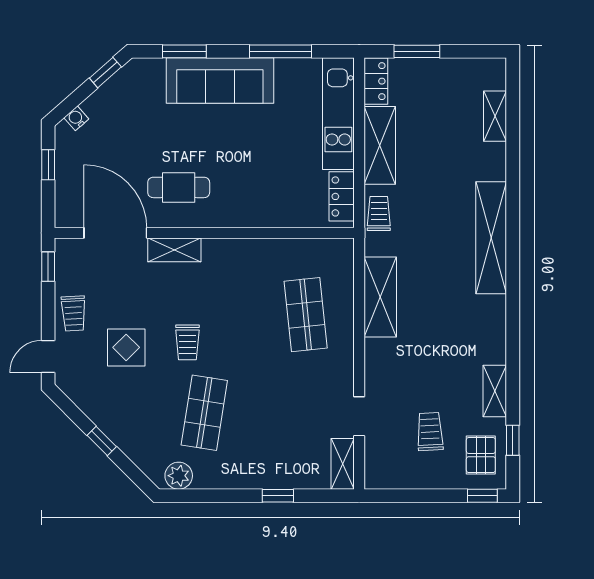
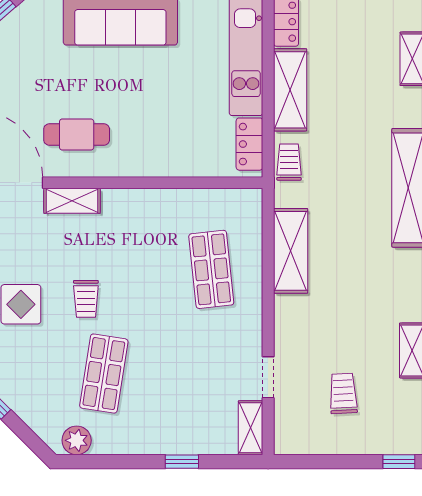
pallet: (481, 455) -> (397, 418), removed

